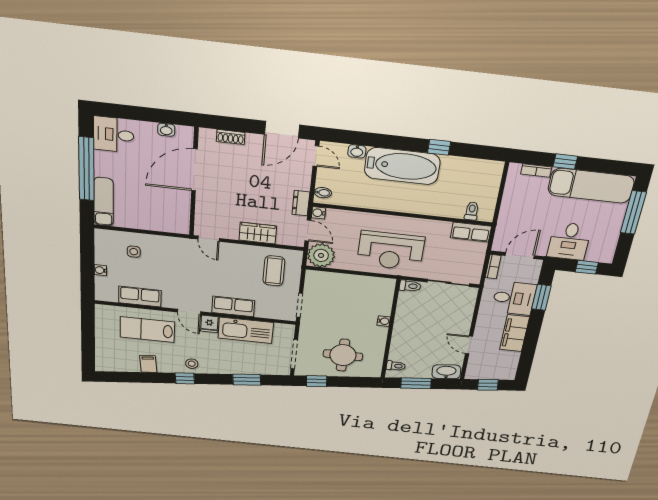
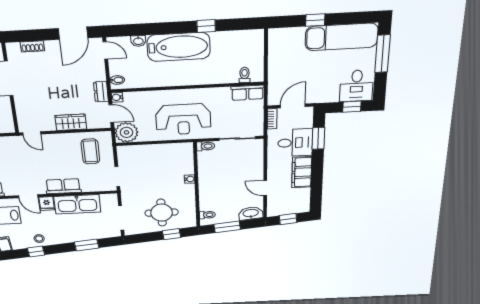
bookcase: (536, 170) -> (292, 32), removed
desk: (569, 241) -> (357, 86), moved
window: (317, 381) -> (171, 234), moved

